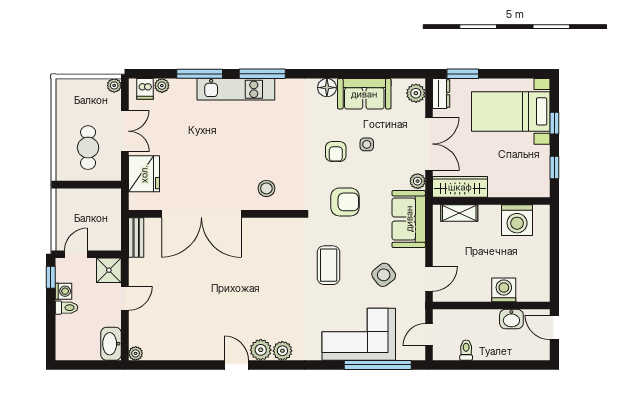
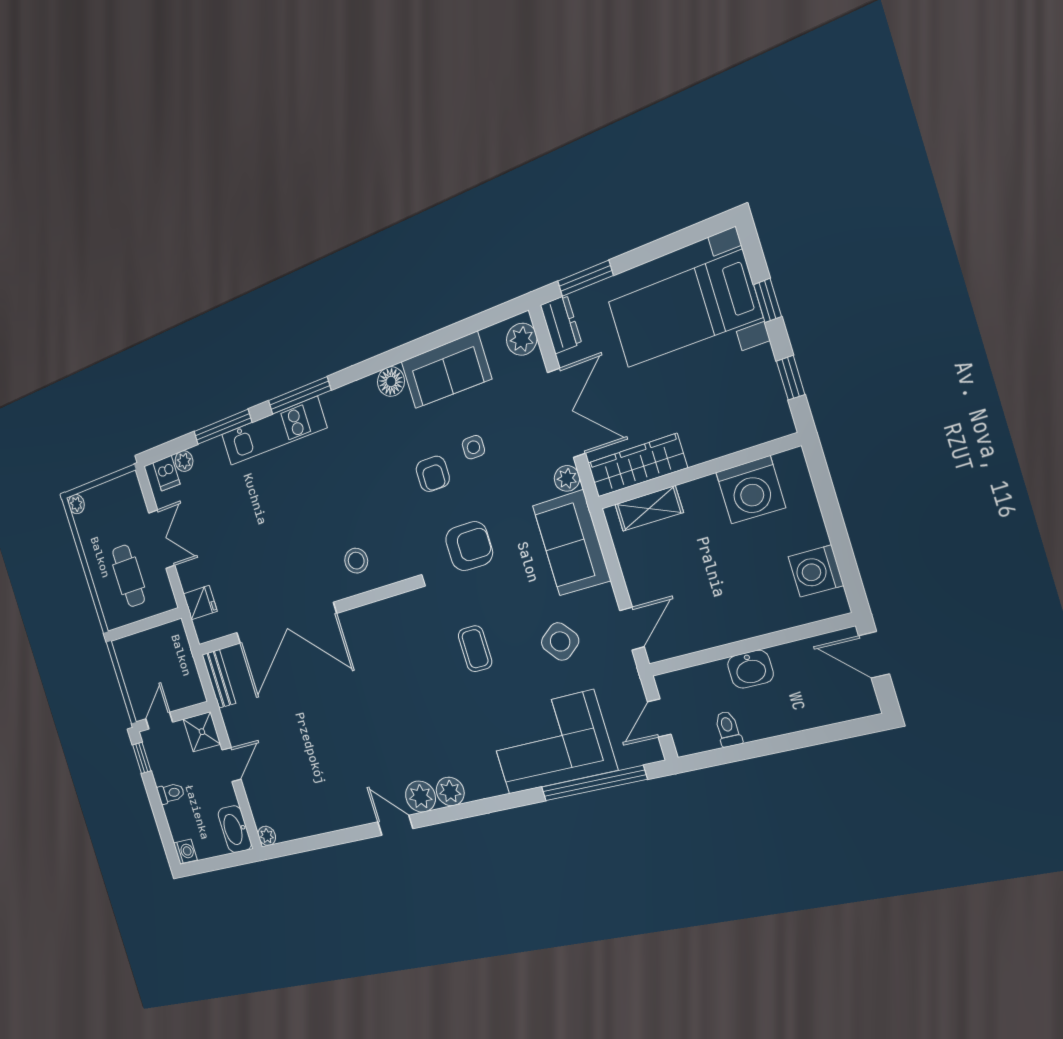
plant: (114, 85) -> (76, 504), moved
fridge: (144, 174) -> (200, 603), width x0.53, depth x0.75
coffee table: (329, 265) -> (475, 649), width x0.73, depth x0.77
washing machine: (504, 290) -> (816, 571), moved, turned -90
washing machine: (63, 291) -> (185, 851), moved
washbasin: (511, 319) -> (750, 669), moved

